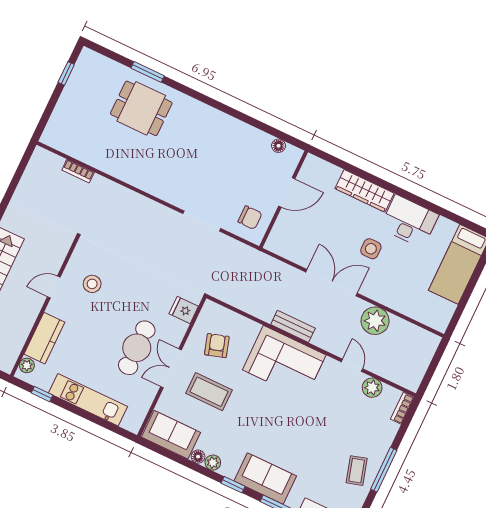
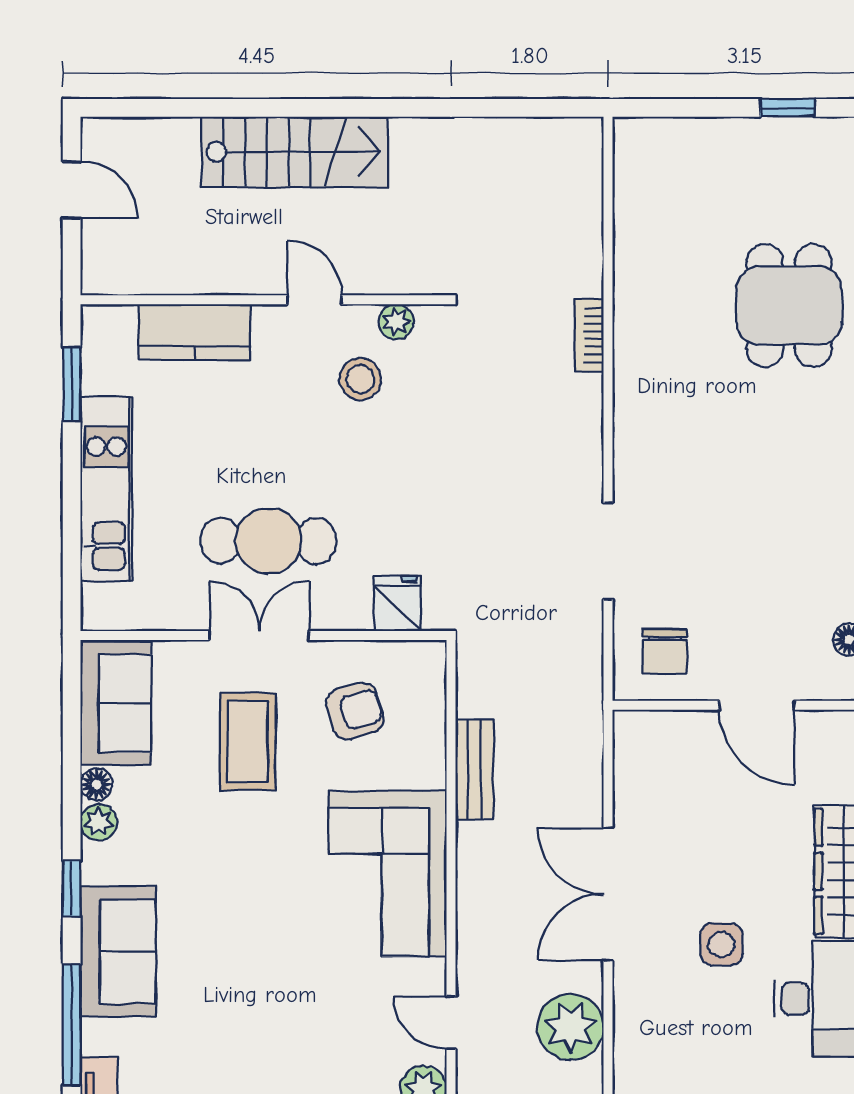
bookcase: (78, 171) -> (589, 335), moved
double door: (332, 283) -> (608, 894), swing flipped
bench: (293, 326) -> (475, 770), moved
plant: (27, 365) -> (396, 322), moved
door: (352, 365) -> (451, 1023), swing flipped
window: (42, 394) -> (72, 384), width x1.50

